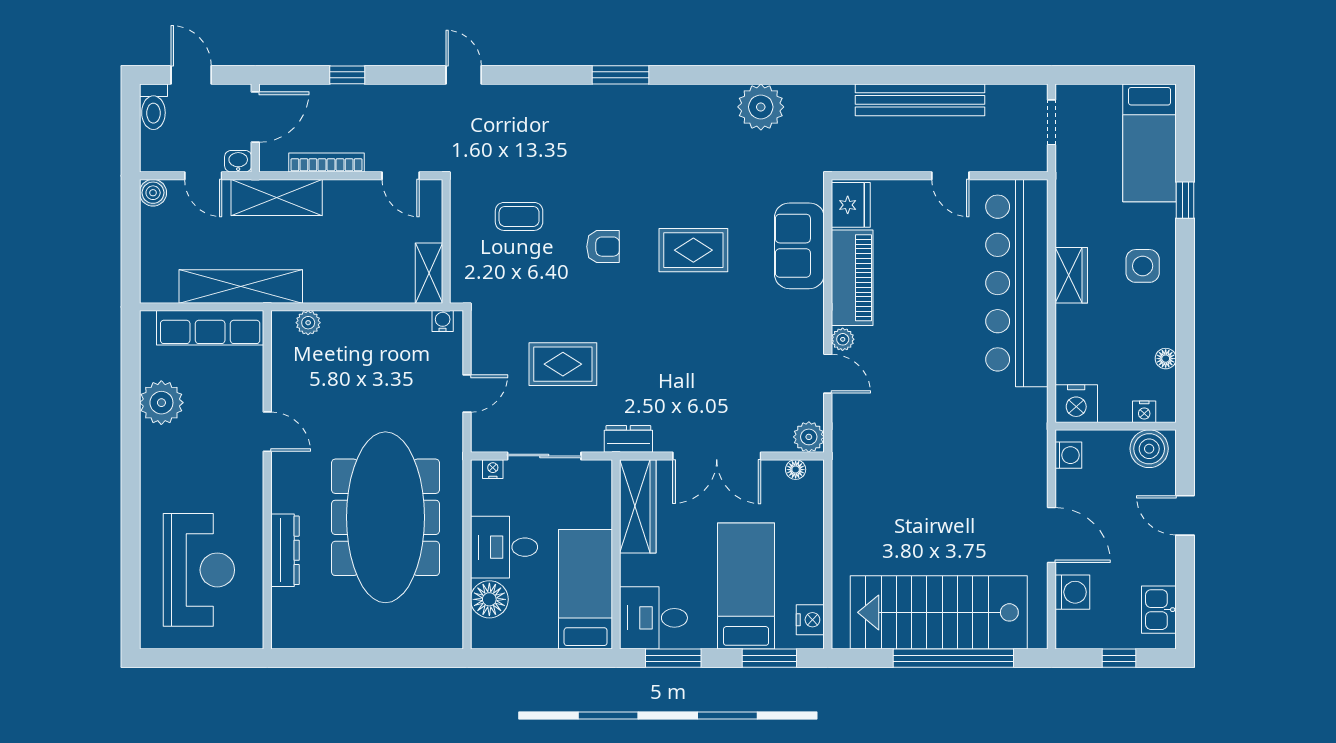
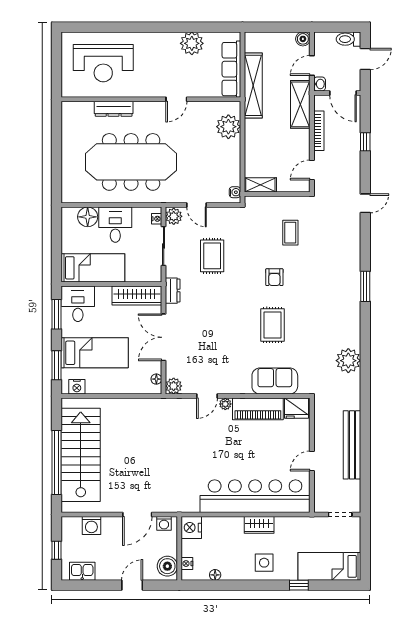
plant: (308, 323) -> (228, 127), width x1.87, depth x1.87
plant: (488, 437) -> (174, 216), added
door: (1051, 535) -> (137, 514), moved

